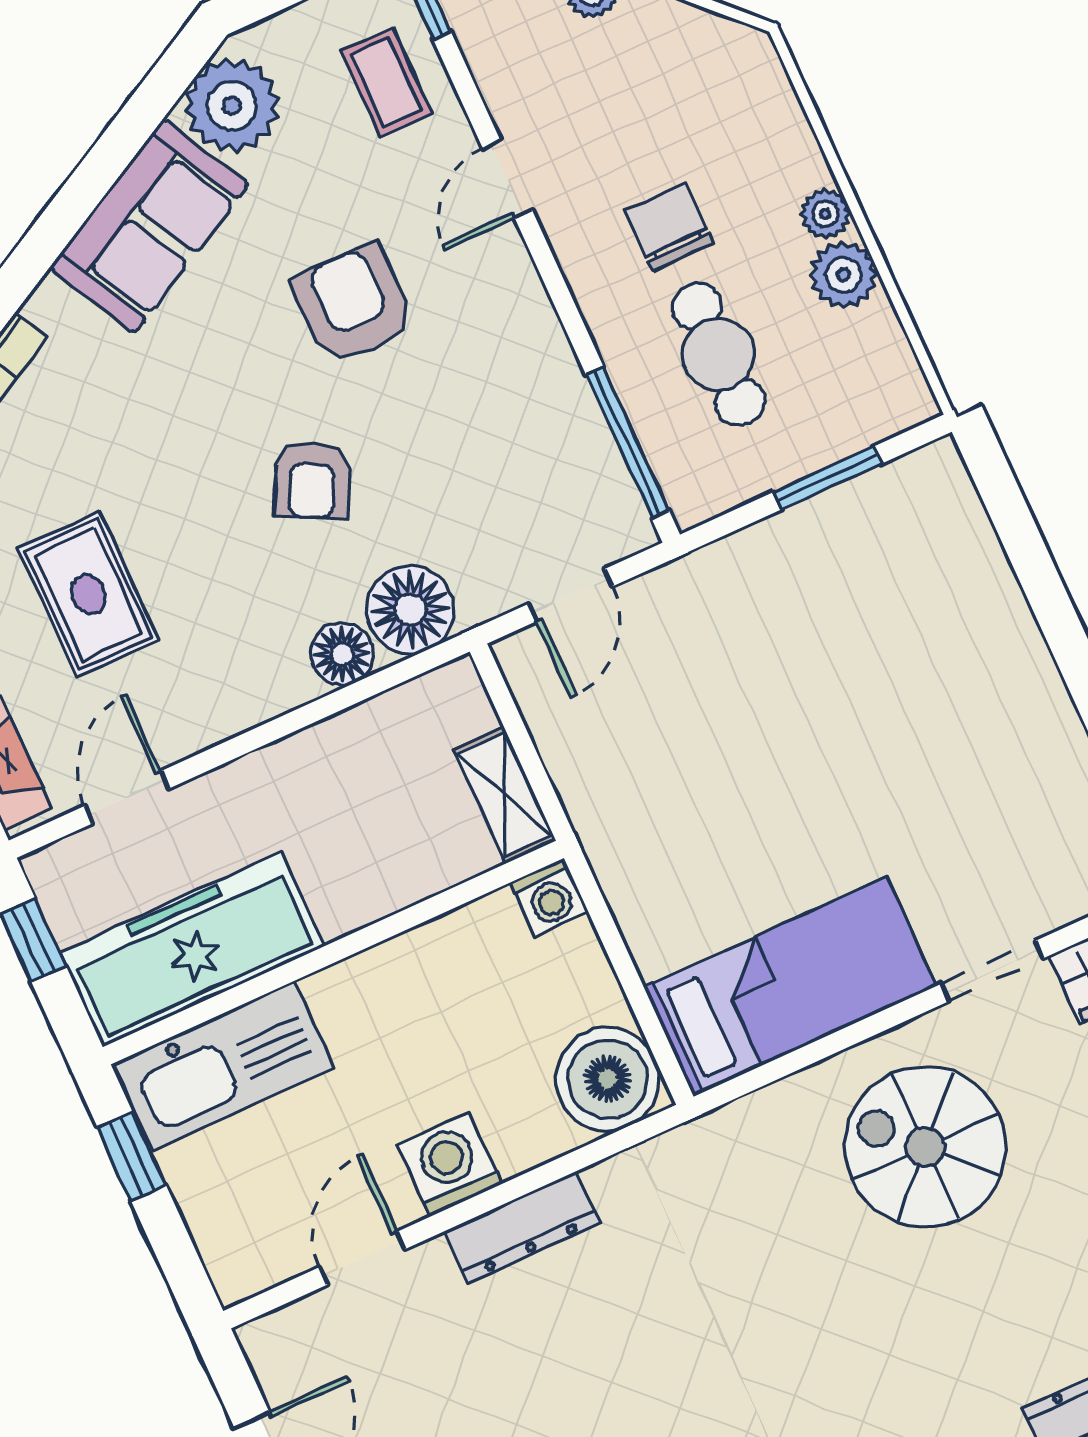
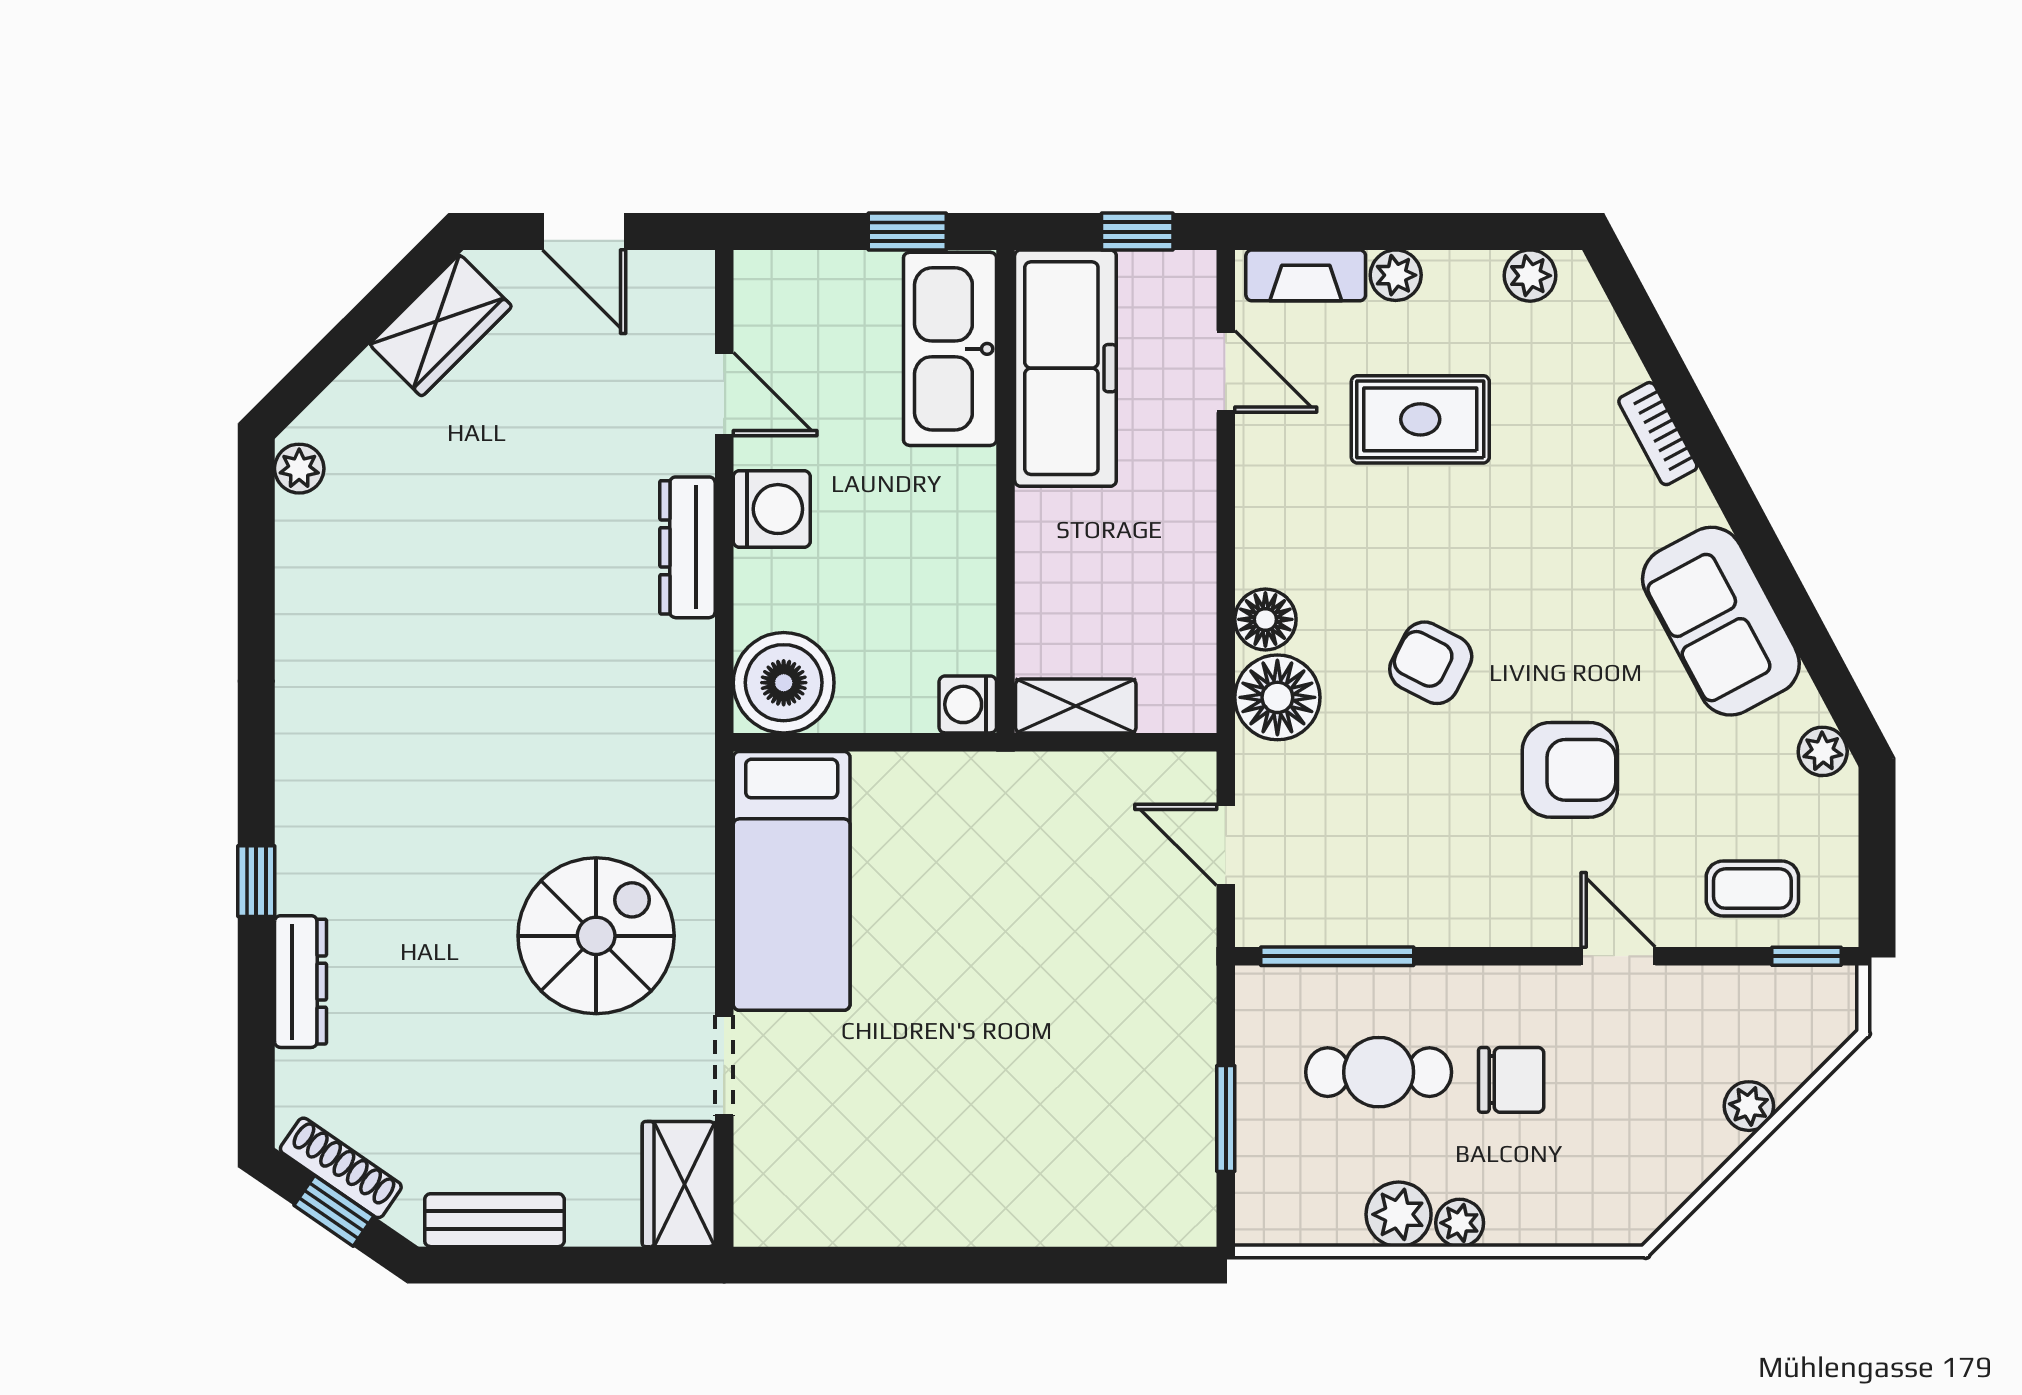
plant: (232, 106) -> (1823, 751), width x0.53, depth x0.53

